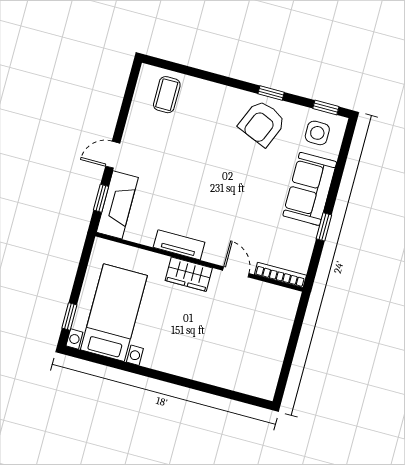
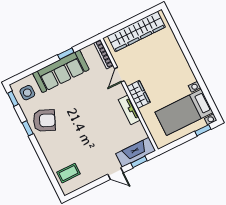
sofa: (310, 189) -> (61, 71), width x1.36
wardrobe: (272, 343) -> (136, 31), added

